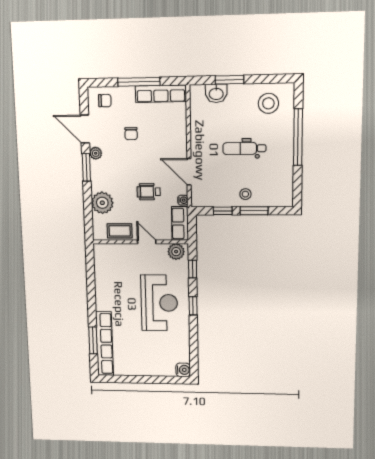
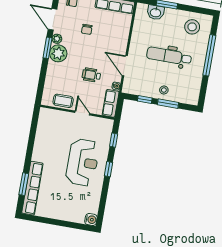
dental chair: (244, 148) -> (169, 56), width x1.36, depth x1.38
plant: (102, 203) -> (58, 53), moved
plant: (176, 252) -> (103, 124), removed

